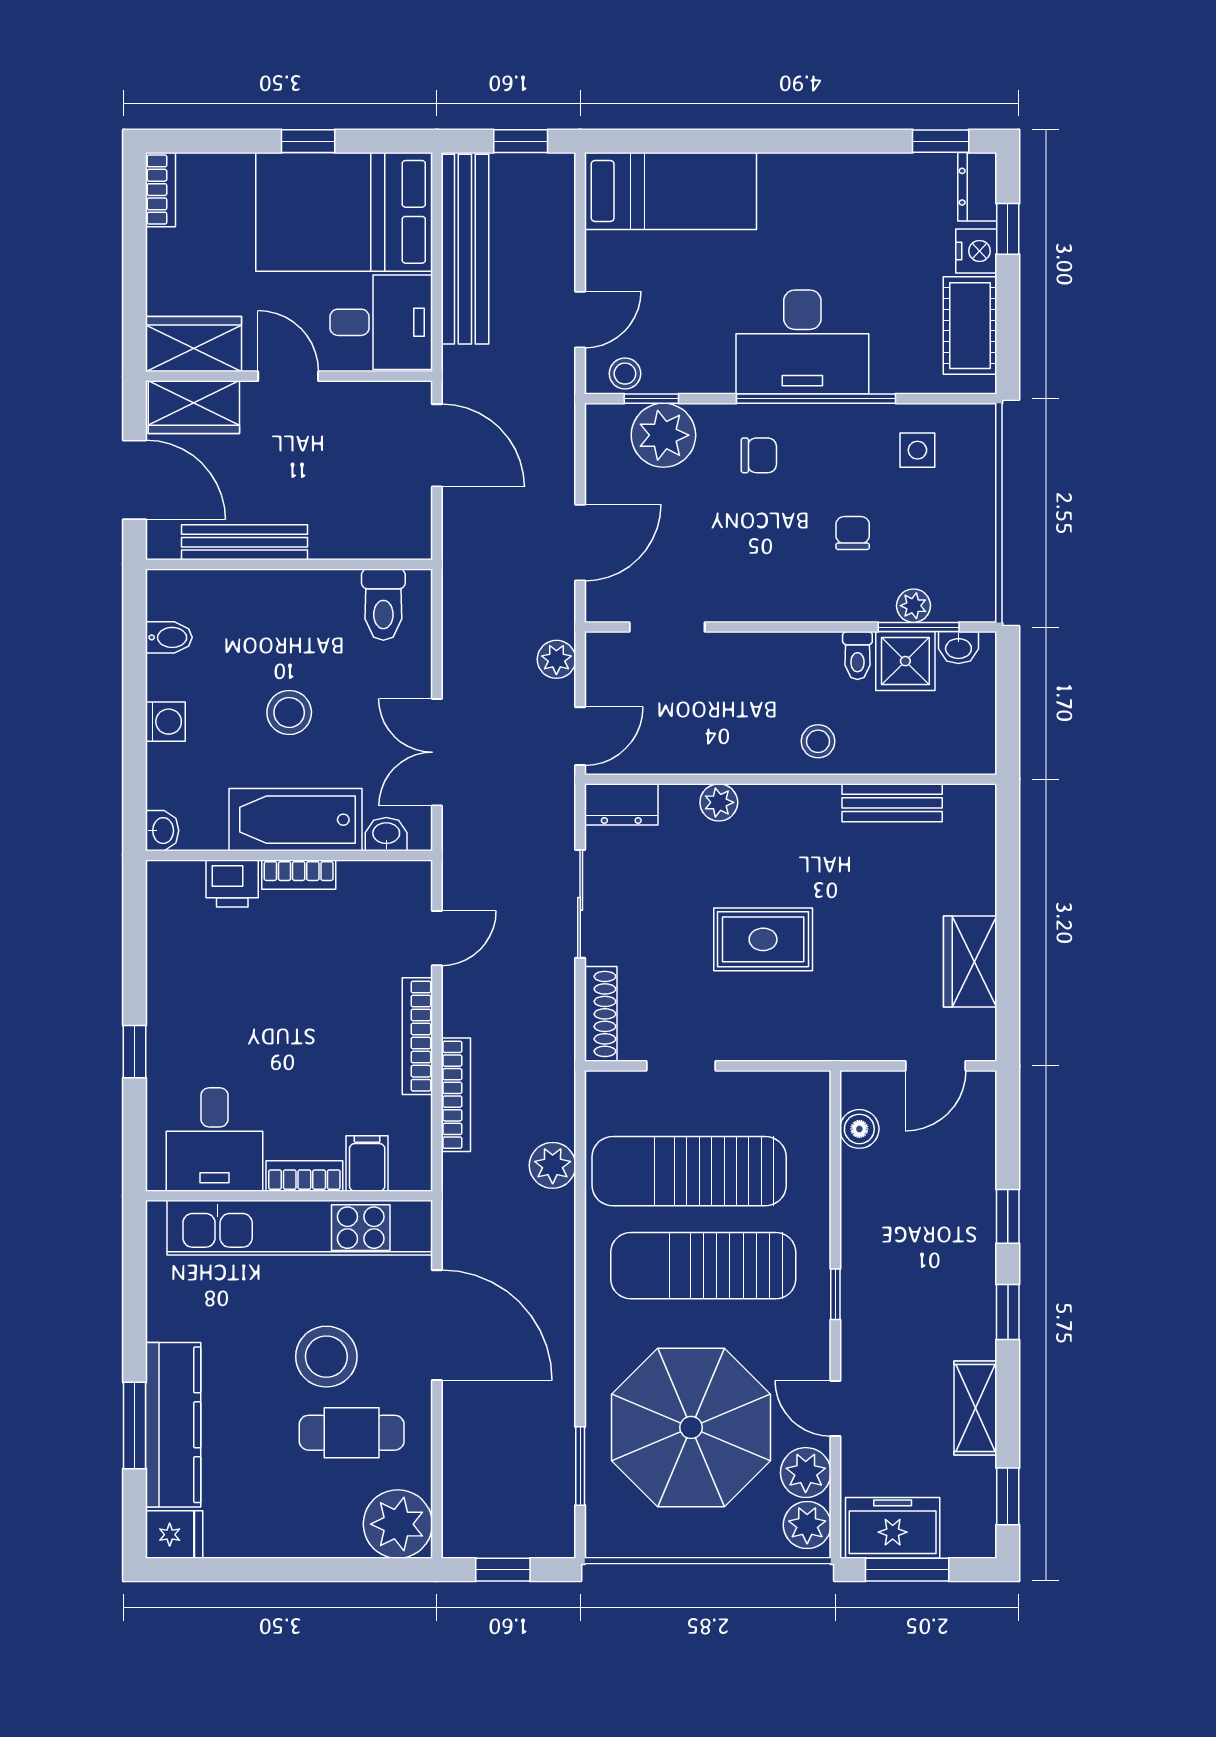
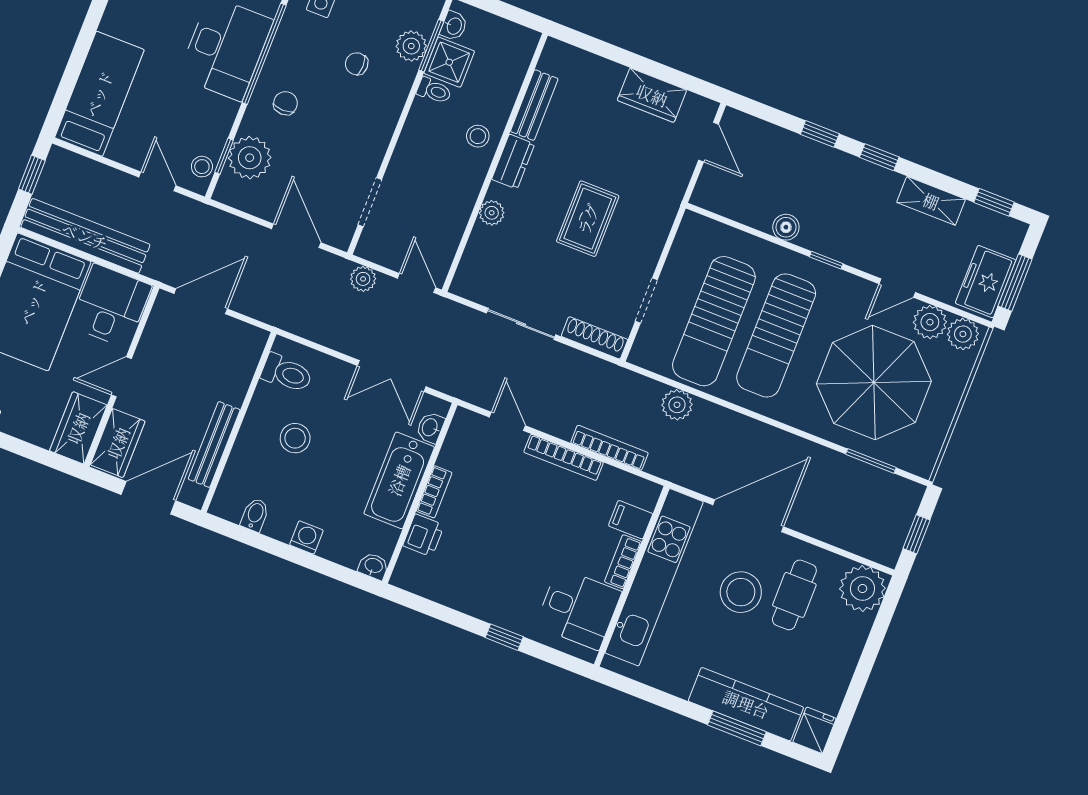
plant: (913, 606) -> (411, 46), width x1.38, depth x1.38
stool: (289, 713) -> (295, 438), moved
dresser: (621, 804) -> (513, 162), moved
boiler: (859, 1129) -> (786, 227), moved

